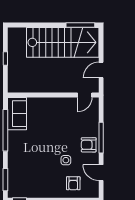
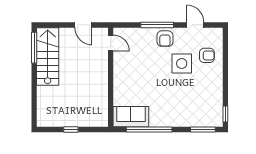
stairs: (63, 42) -> (48, 56), width x0.73, depth x0.66
side table: (66, 160) -> (182, 64), width x1.87, depth x1.87
door: (101, 173) -> (195, 25), swing flipped

